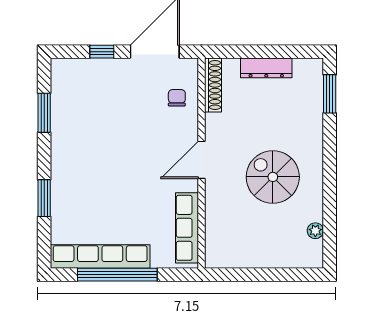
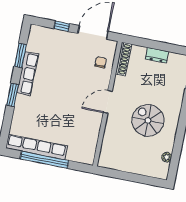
dresser: (266, 68) -> (157, 55), width x0.70
window: (44, 198) -> (13, 95), moved
row of seats: (187, 228) -> (28, 73), moved, turned 180

